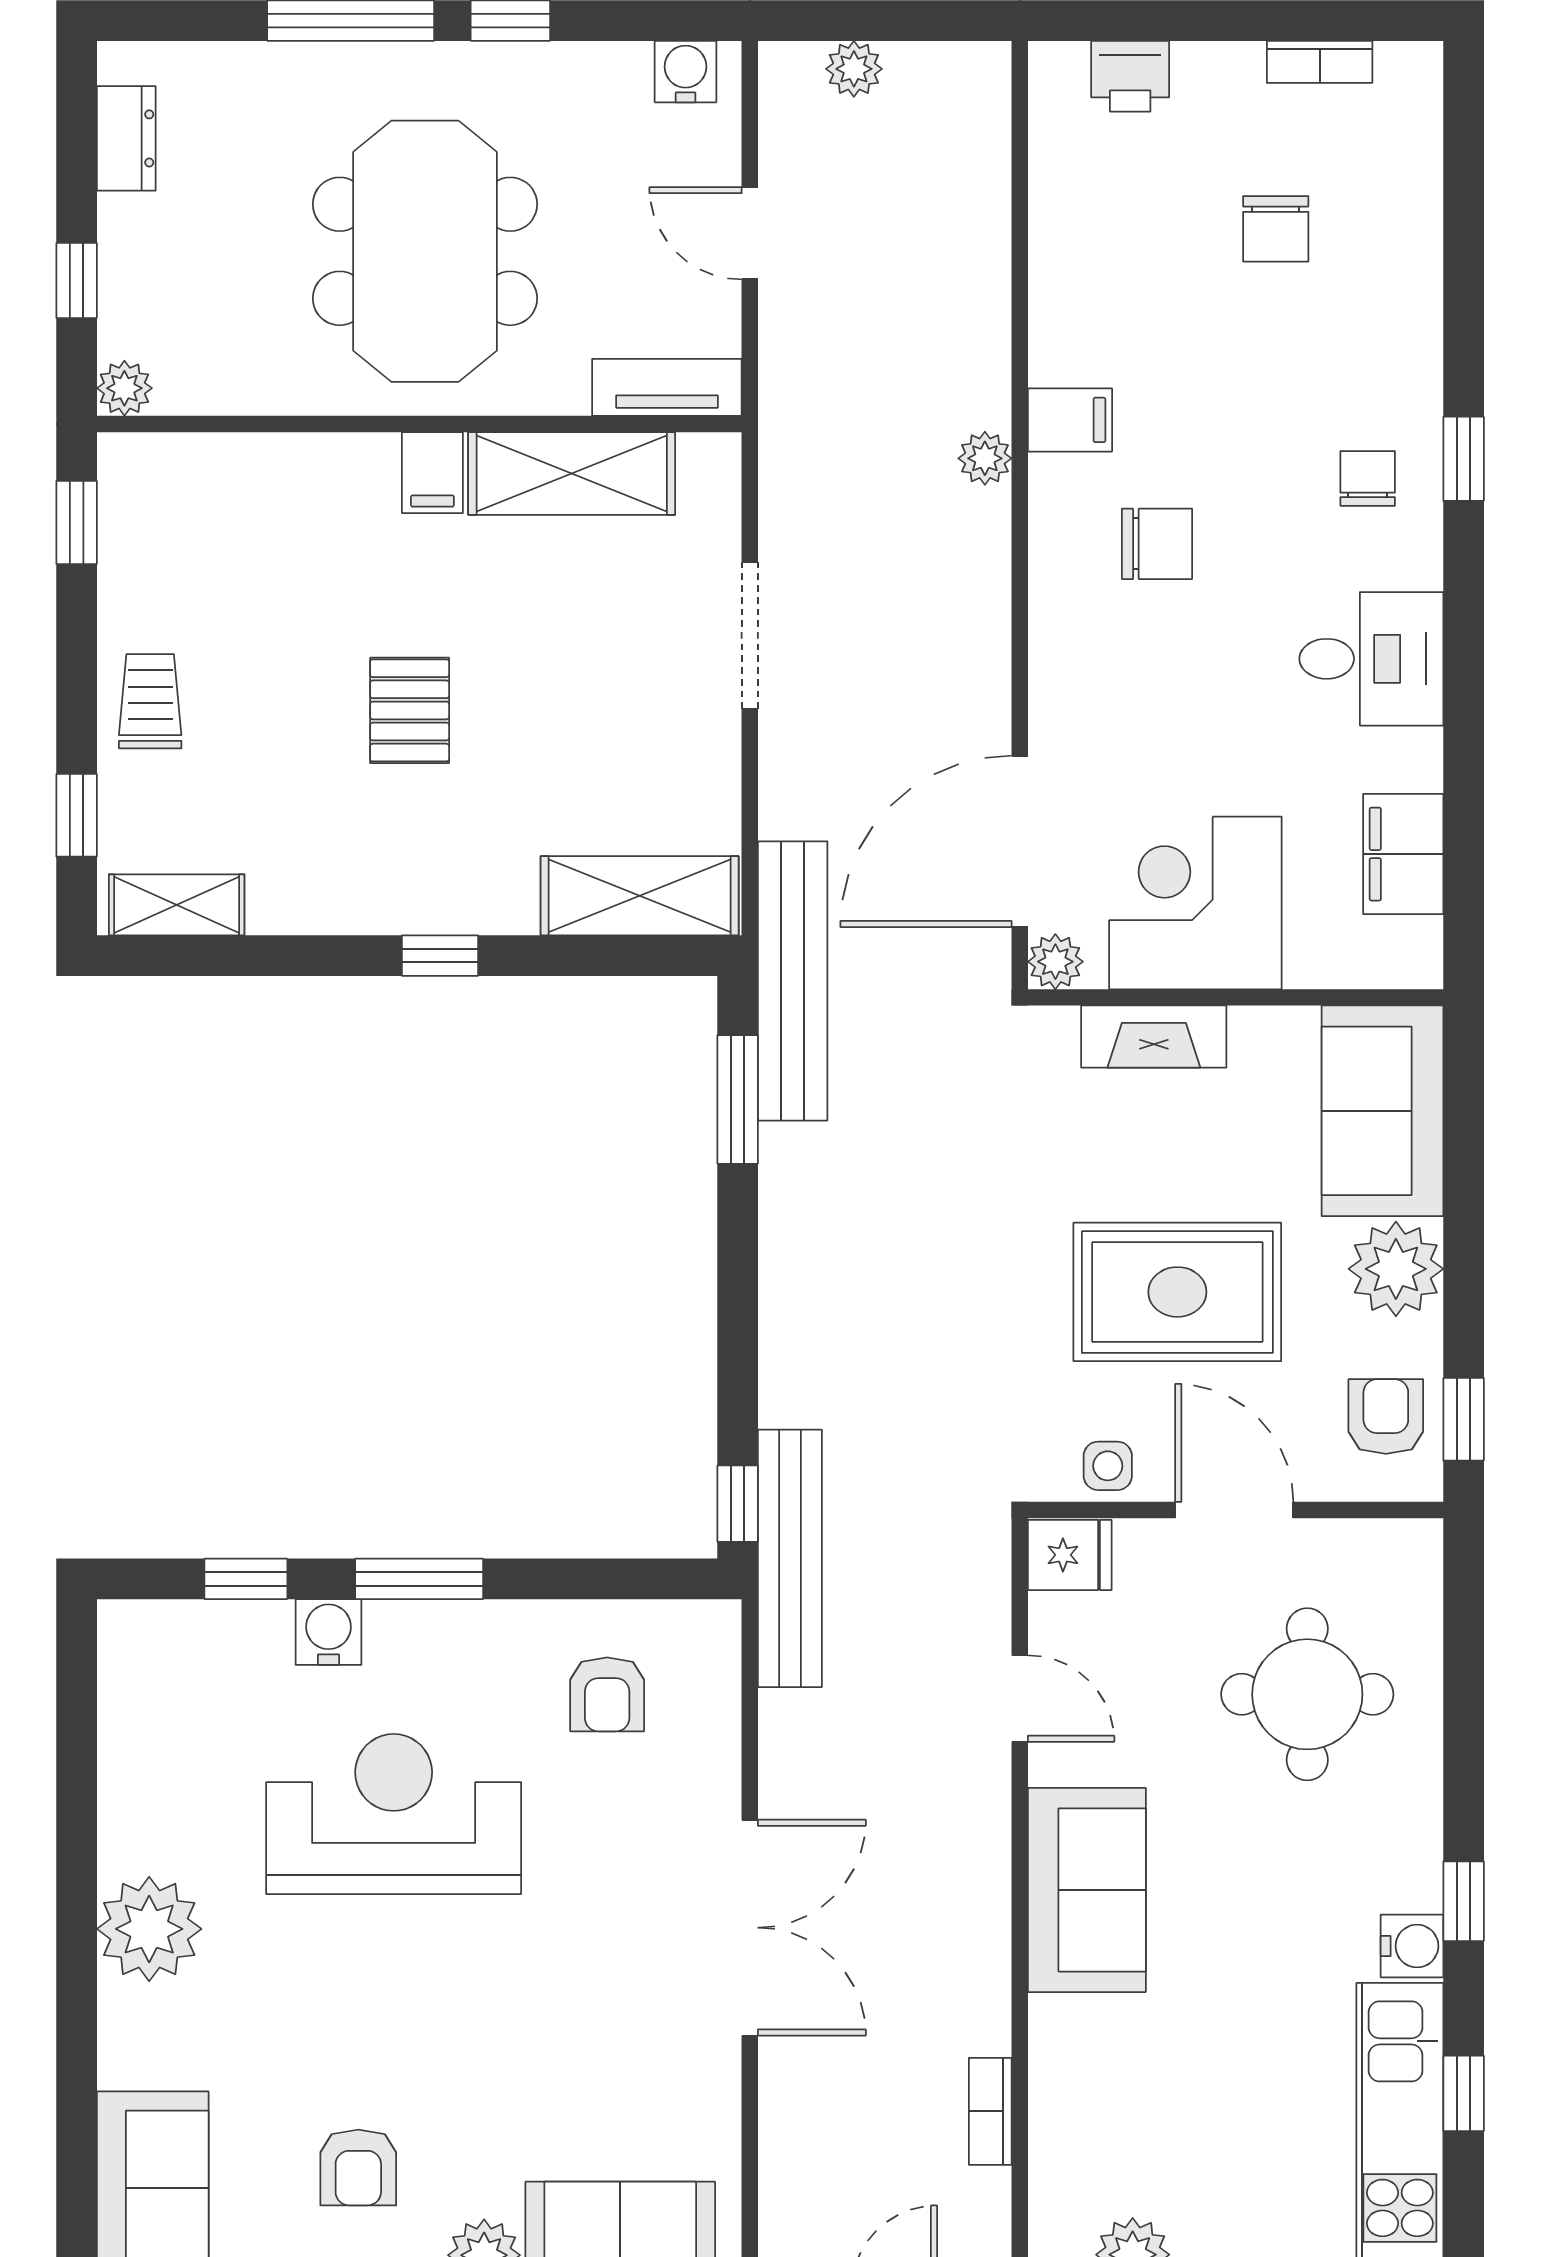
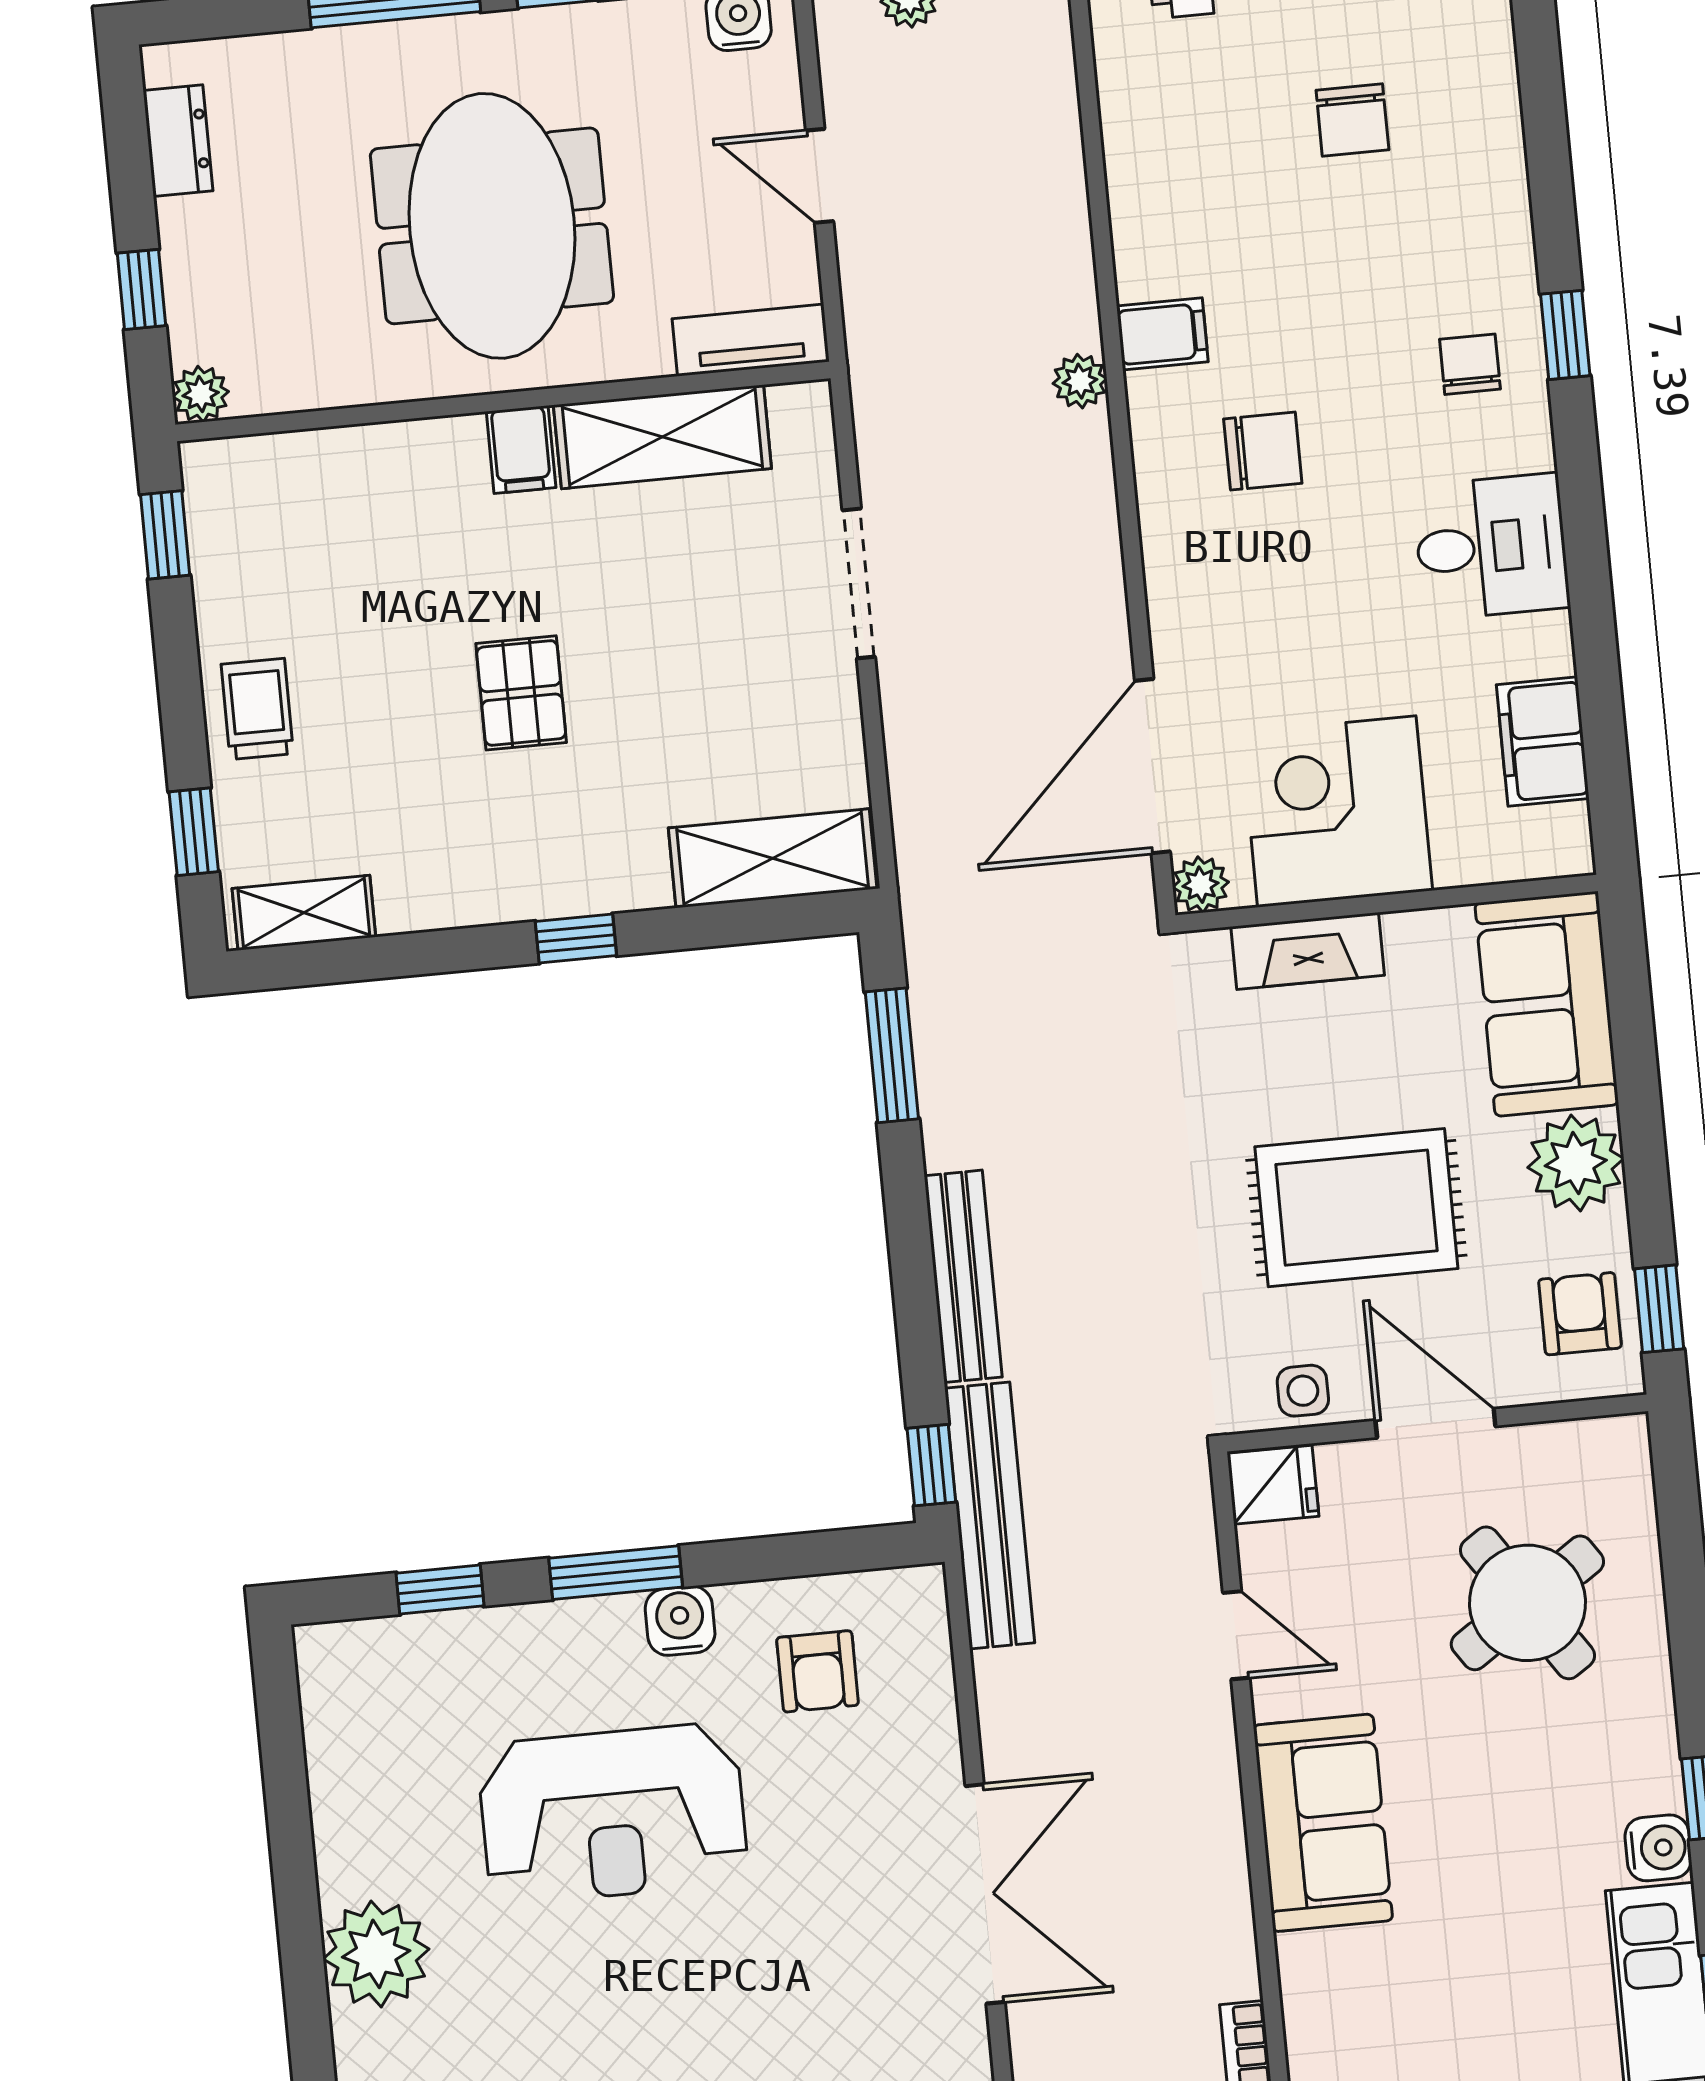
bench: (793, 981) -> (963, 1276), moved, width x0.73, depth x0.82
water cooler: (328, 1632) -> (680, 1621), moved
round table: (1307, 1694) -> (1527, 1603), turned -34
reception desk: (394, 1814) -> (613, 1814), turned 180

